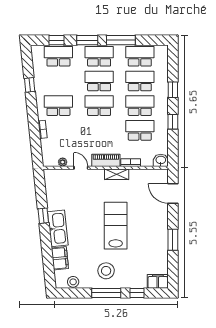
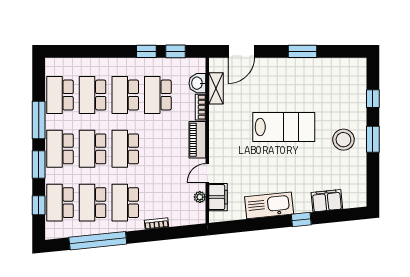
school desk: (58, 81) -> (93, 203), added
window: (30, 85) -> (98, 241), width x3.17
window: (173, 90) -> (175, 51), moved
washbasin: (161, 160) -> (197, 83), moved
shelving: (117, 174) -> (216, 88), moved
window: (43, 216) -> (301, 220), moved
lab bench: (116, 226) -> (284, 127), turned 180
kitchen sink: (58, 228) -> (269, 205), moved
filing cabinet: (158, 281) -> (218, 197), moved, turned 180
stool: (73, 282) -> (358, 183), removed
window: (106, 293) -> (373, 139), width x0.69

